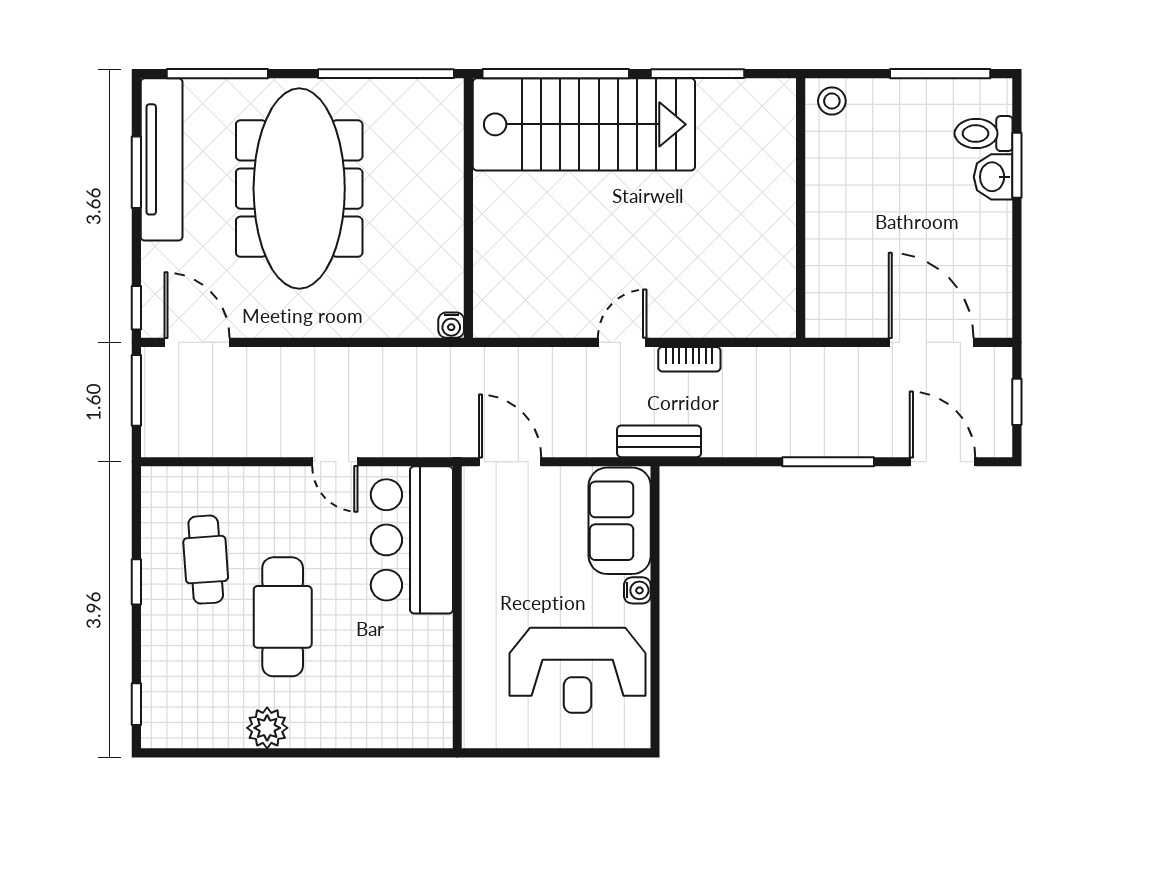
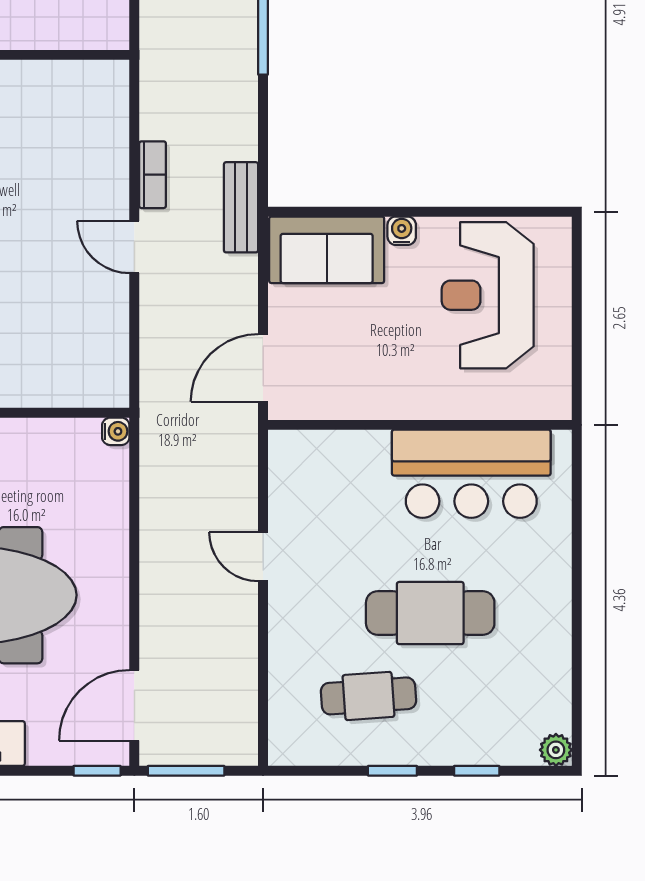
door: (335, 462) -> (263, 557), swing flipped
bar counter: (412, 540) -> (471, 474), moved
reception desk: (578, 670) -> (488, 295), turned 180
window: (136, 704) -> (477, 771), moved
plant: (267, 728) -> (556, 750), moved, width x0.73, depth x0.73

